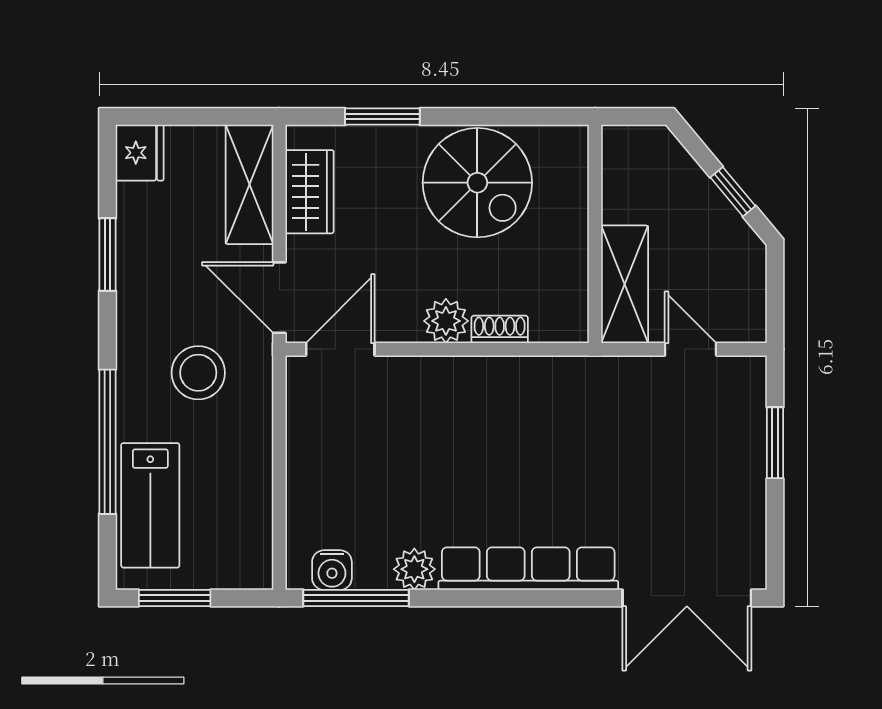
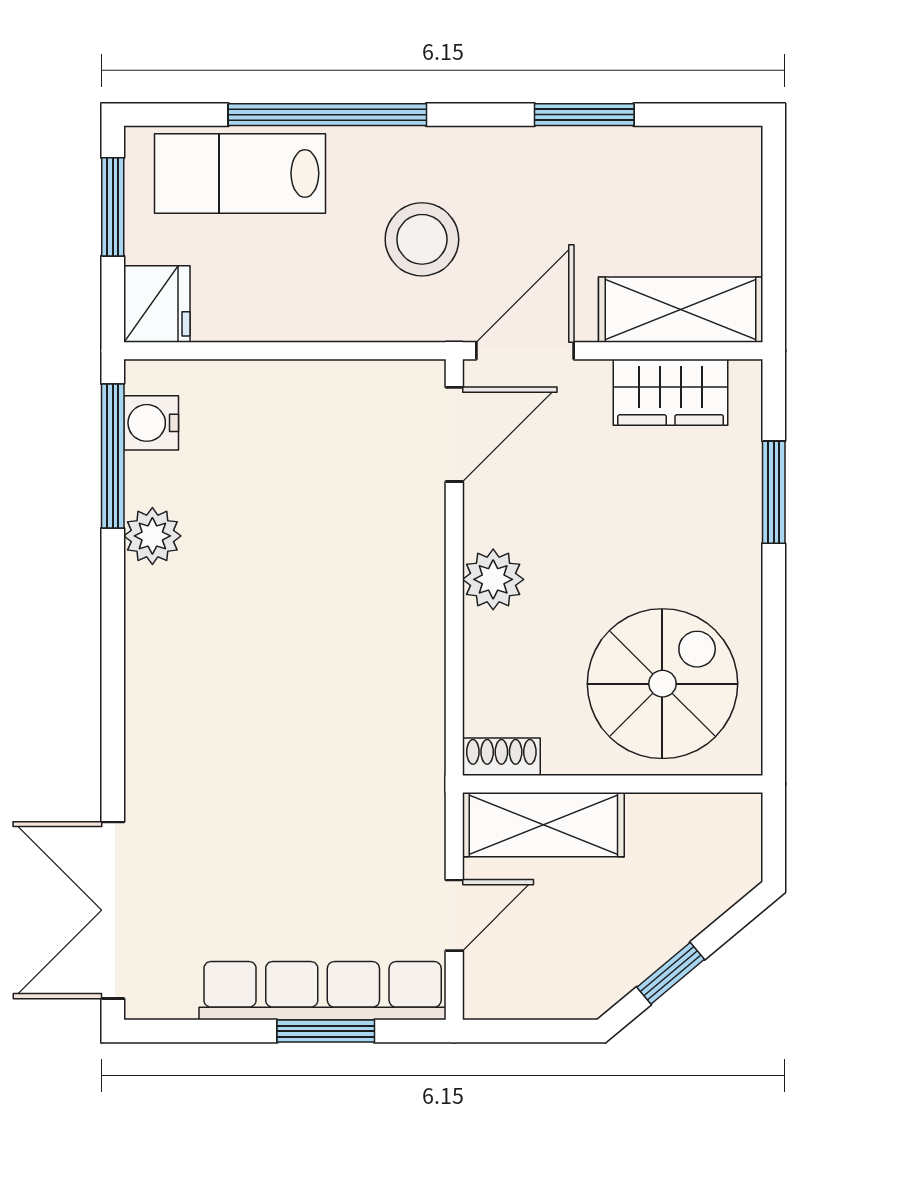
fridge: (140, 153) -> (157, 304), moved, turned -90
spiral stairs: (477, 183) -> (662, 684), moved, turned 180
shoe rack: (500, 329) -> (501, 757), moved, turned -90
door: (340, 349) -> (454, 434), hinge flipped
row of seats: (528, 569) -> (323, 991), moved, turned -90

